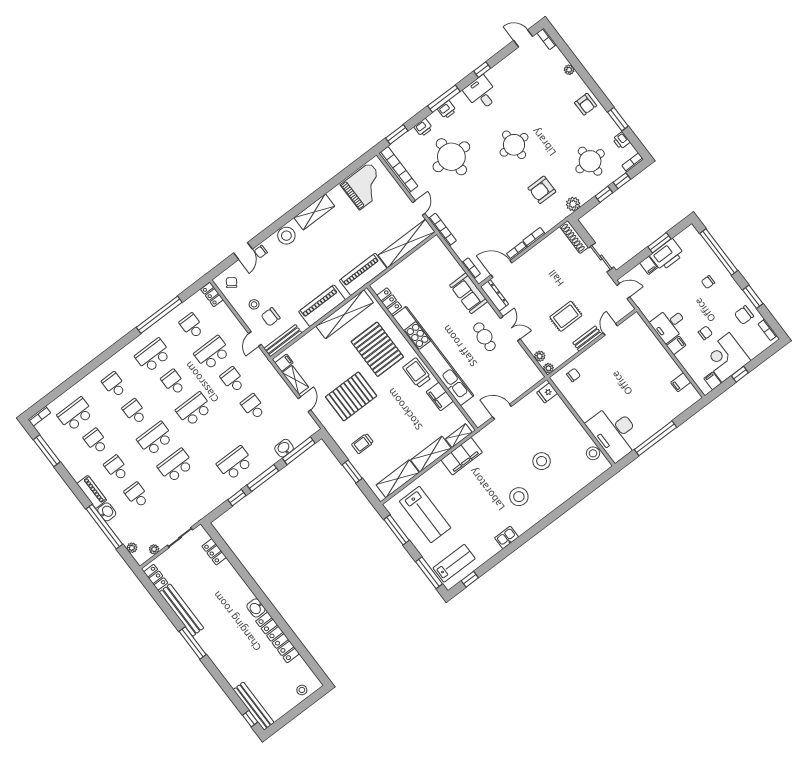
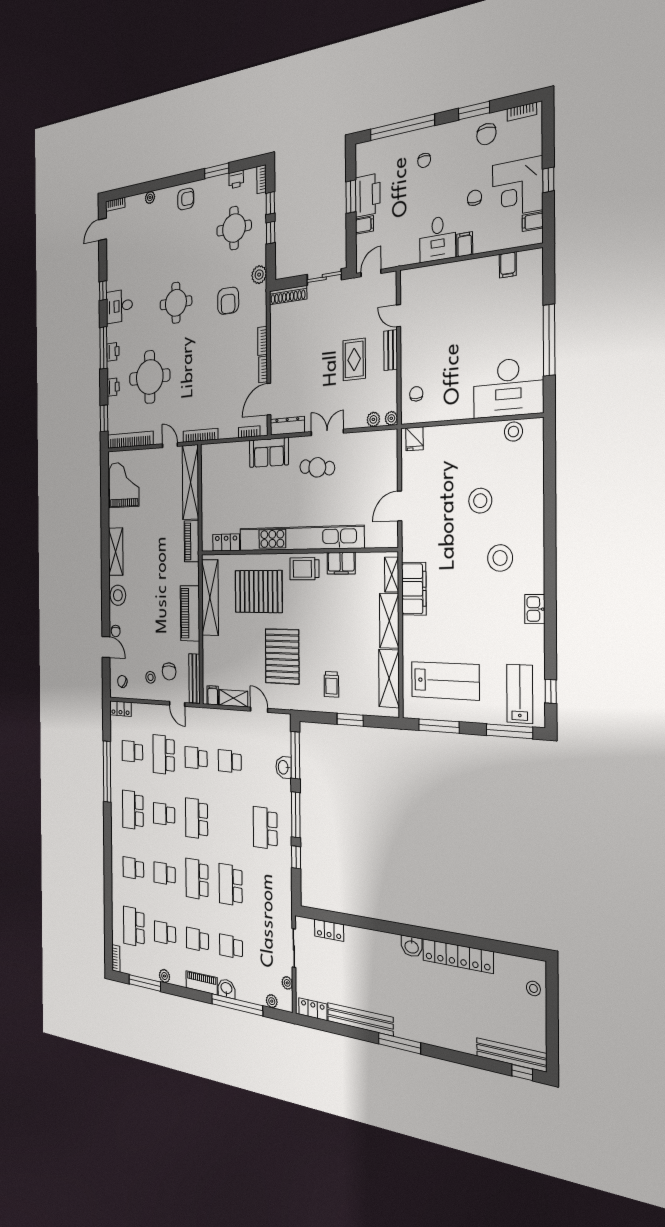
piano: (363, 274) -> (192, 541), width x0.73, depth x0.75
plant: (67, 462) -> (164, 976), added

